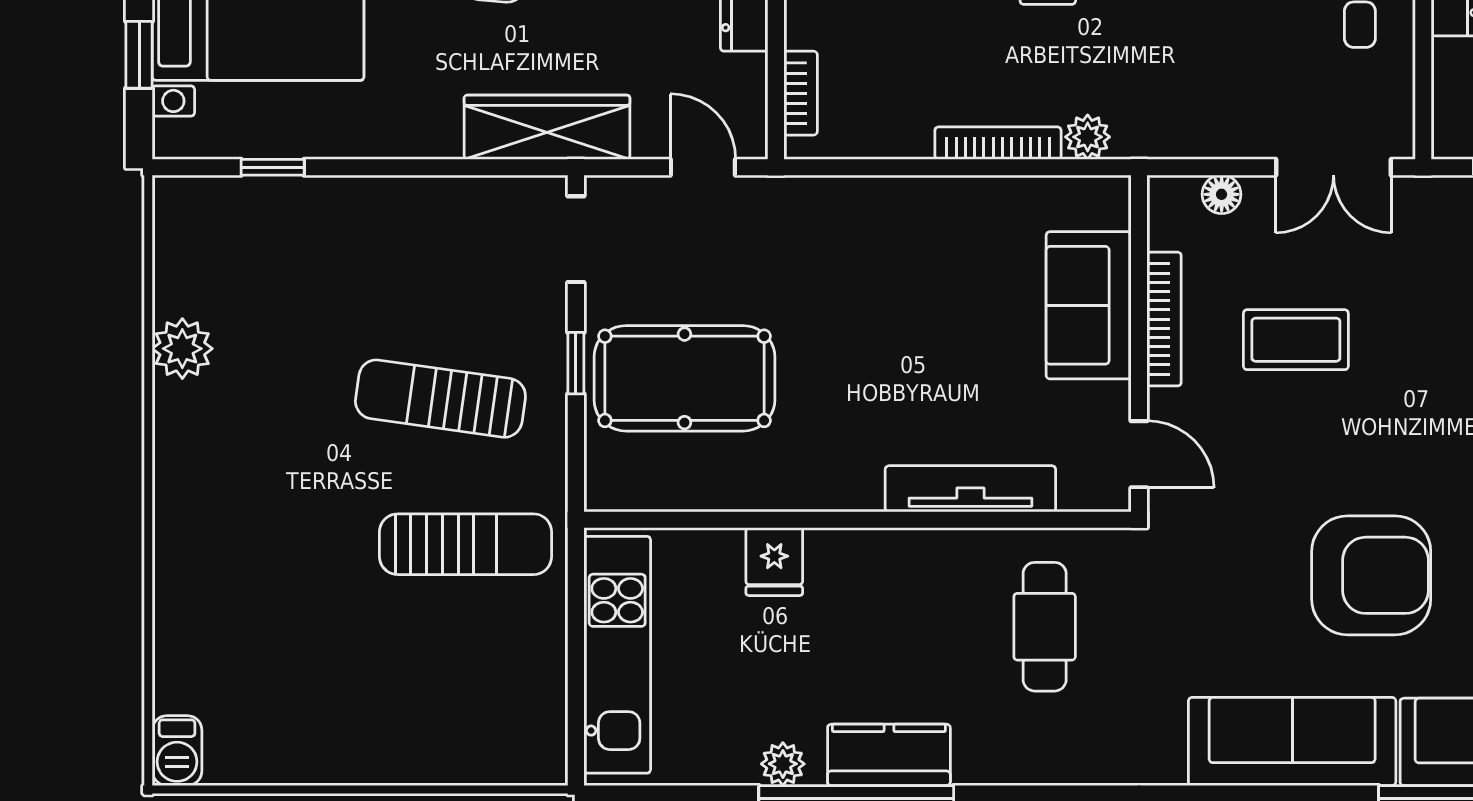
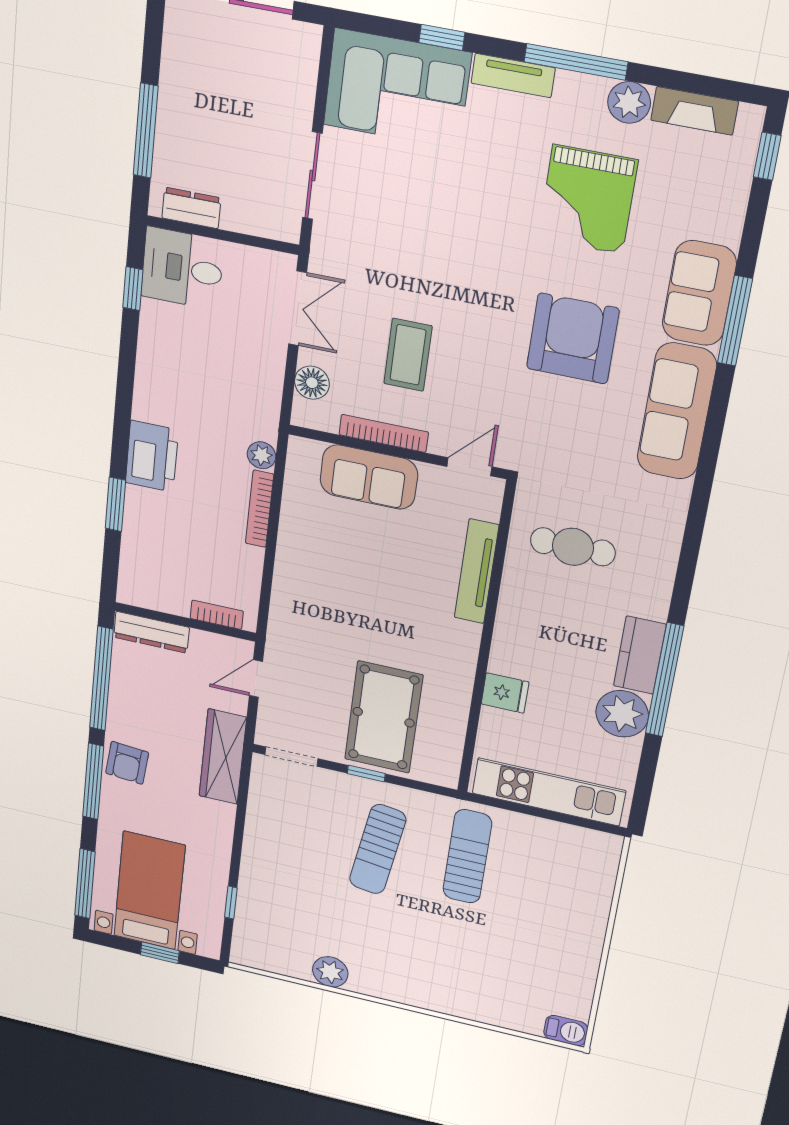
floor lamp: (1222, 194) -> (312, 383), width x1.37, depth x1.37
plant: (783, 764) -> (622, 714), width x1.88, depth x1.88

